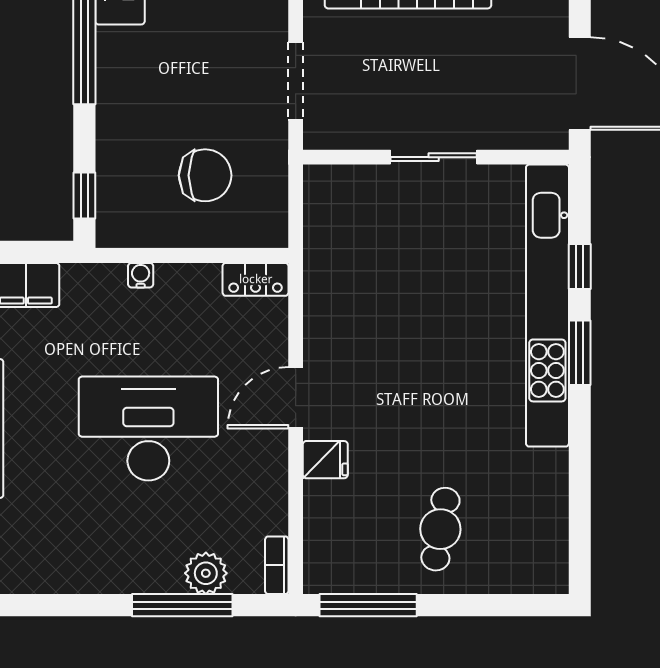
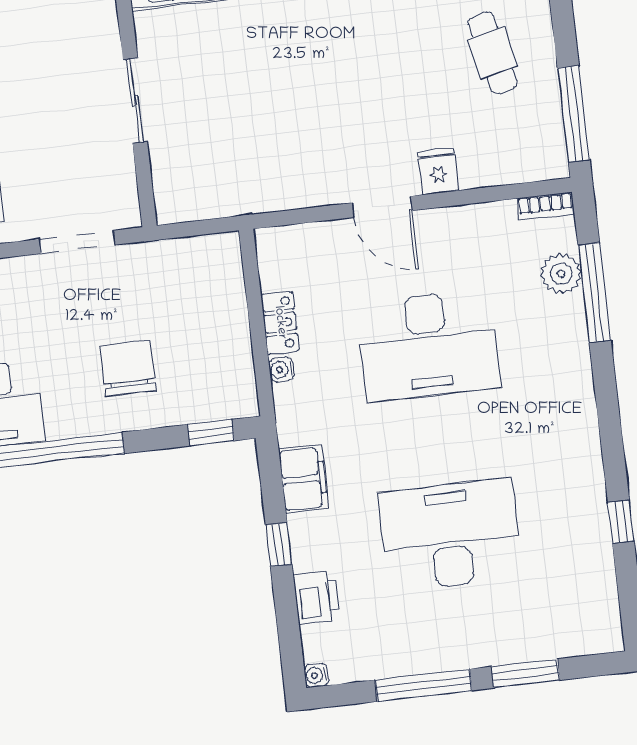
chair: (205, 175) -> (128, 368), moved
locker: (256, 279) -> (280, 323), moved
desk: (148, 429) -> (428, 345), turned -90
cafe table: (440, 529) -> (492, 53), turned 67

